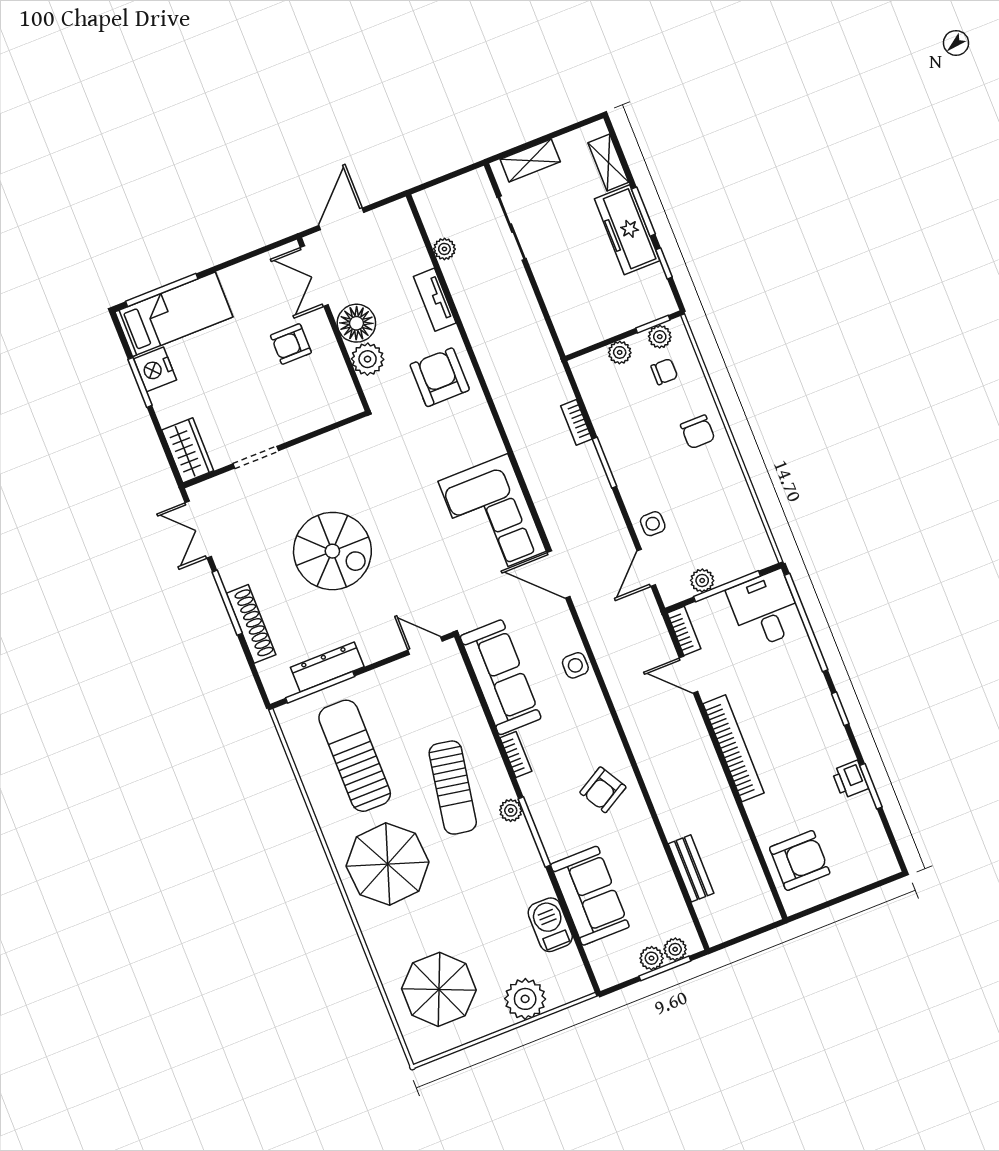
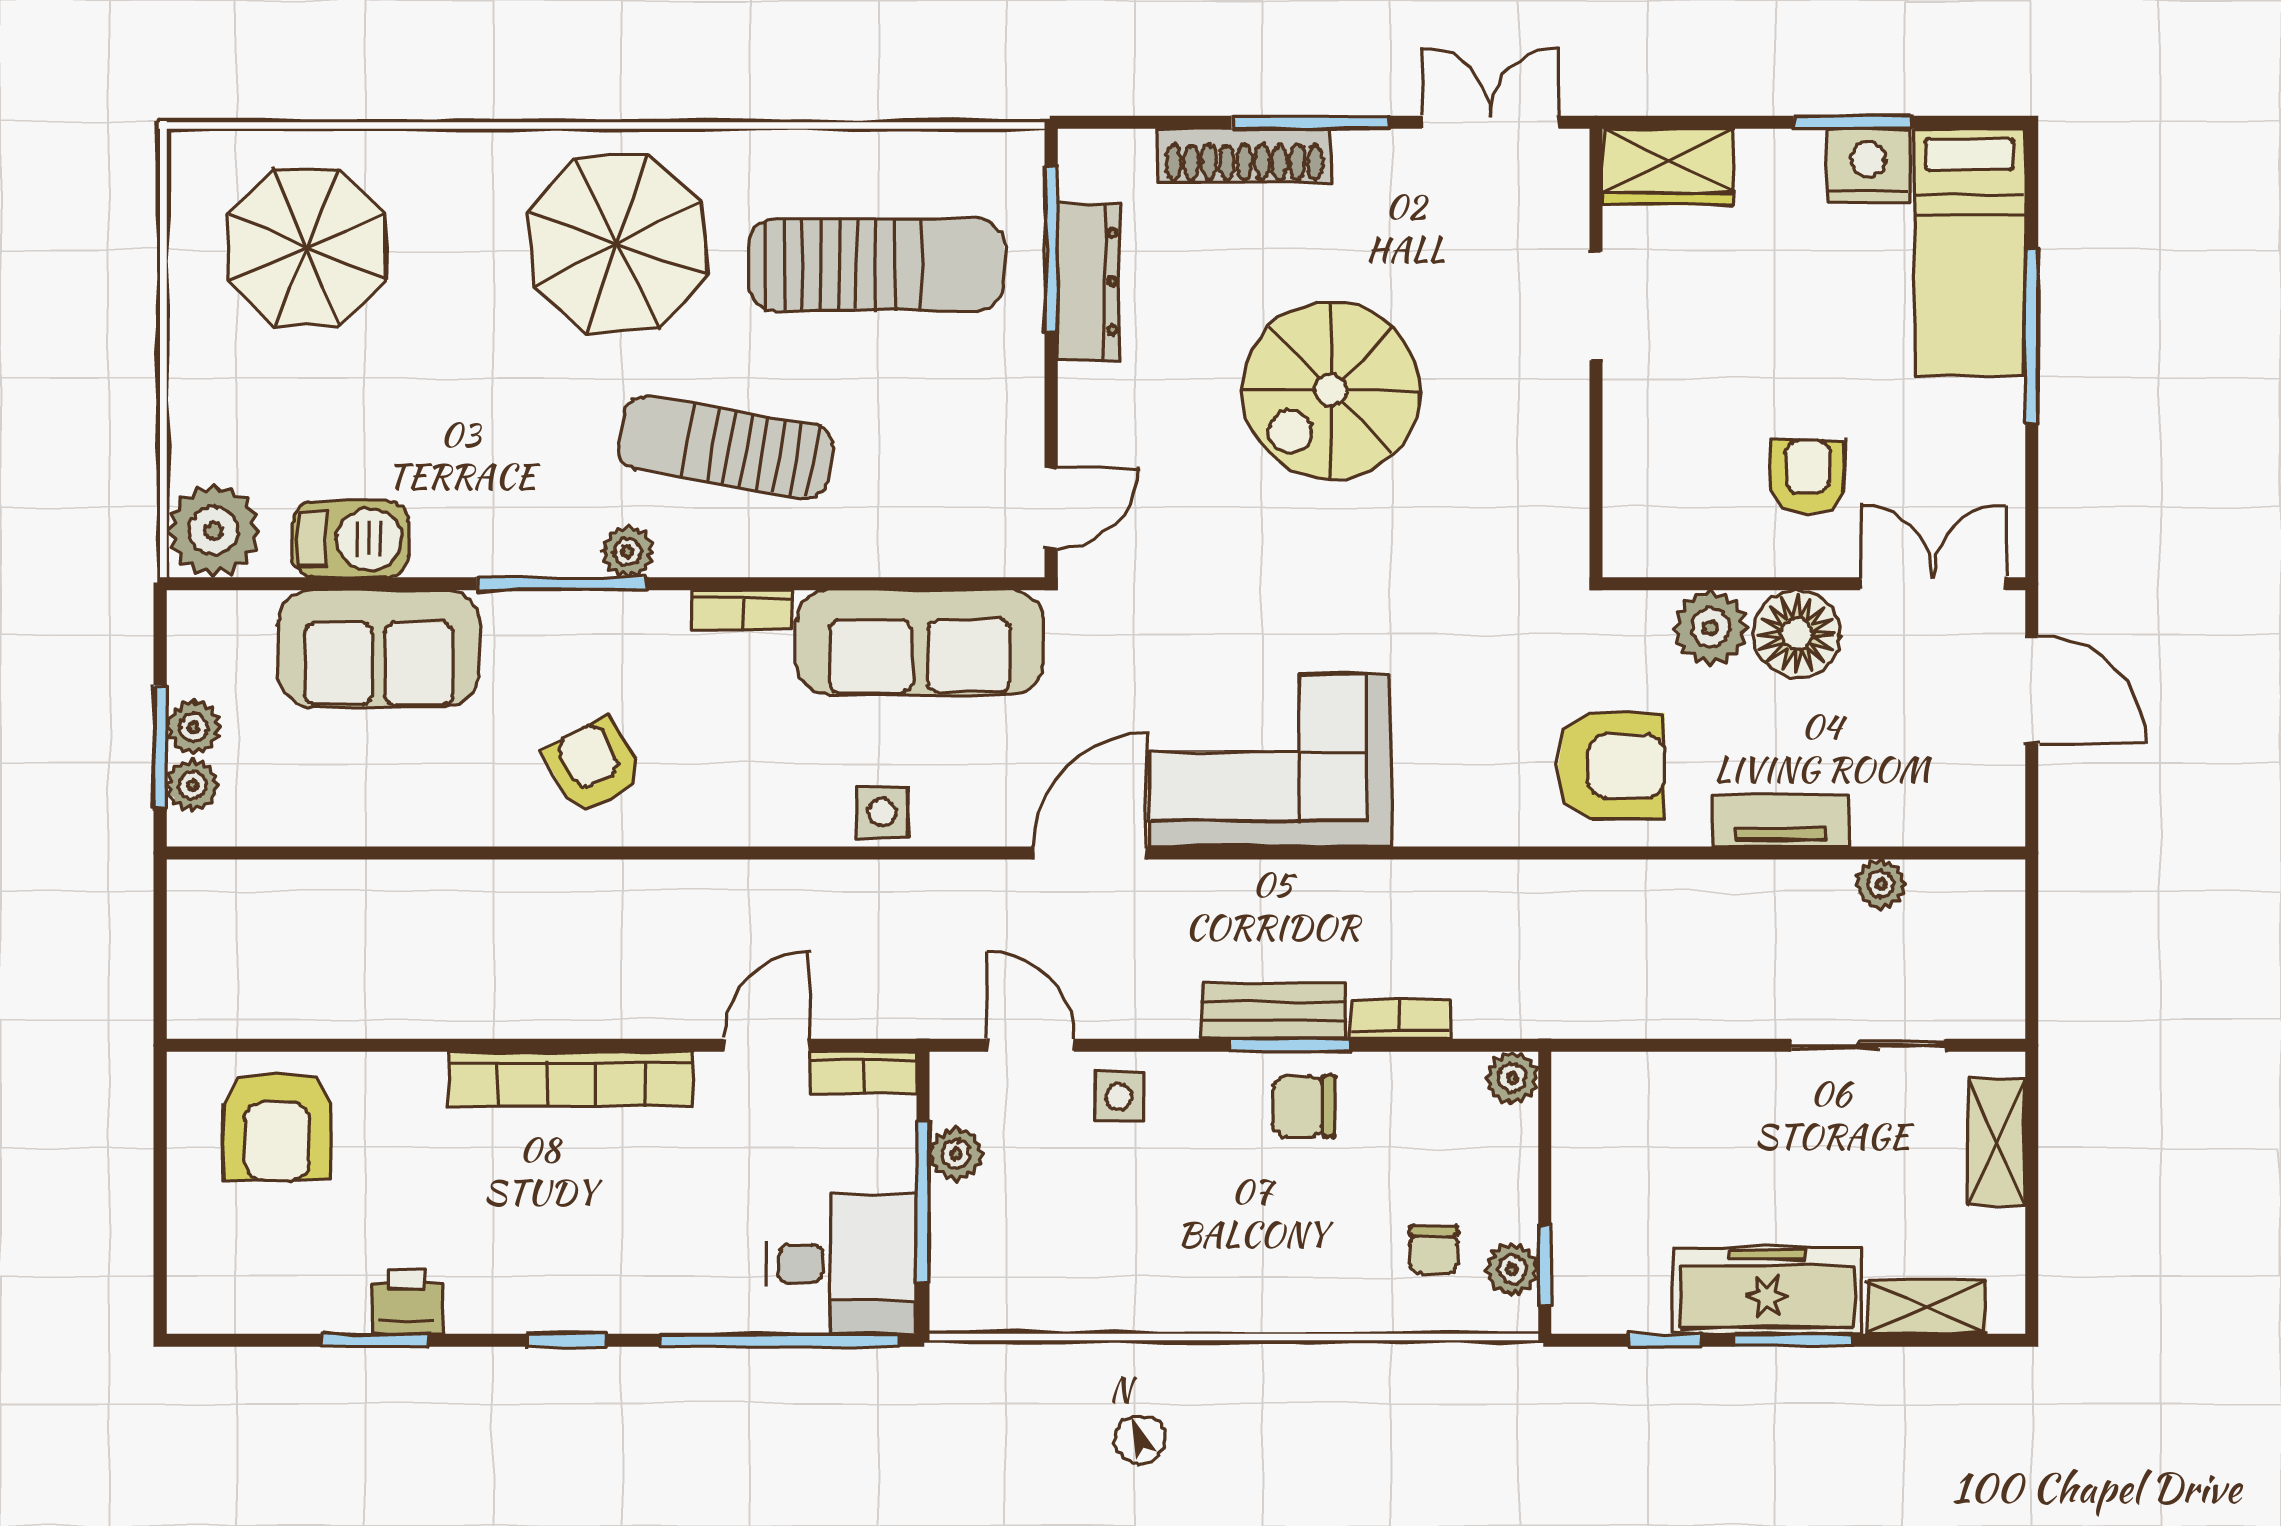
window: (162, 290) -> (2032, 336), moved
plant: (620, 352) -> (1512, 1078), moved
chair: (698, 432) -> (1304, 1106), moved
bench: (691, 868) -> (1273, 1011), moved
plant: (525, 999) -> (213, 531), moved

